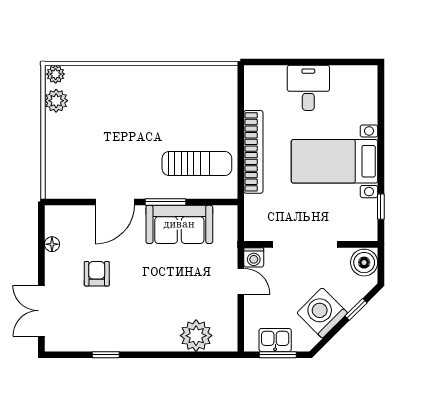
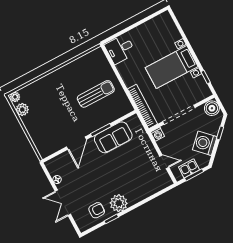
desk: (308, 88) -> (120, 49), moved, turned -90
bookcase: (253, 152) -> (142, 106), moved
sun lounger: (197, 163) -> (96, 94), moved
armchair: (97, 274) -> (97, 210), moved, turned 90
door: (241, 281) -> (164, 162), moved
double door: (41, 311) -> (63, 203), moved
plant: (196, 336) -> (119, 203), moved

